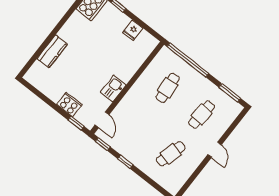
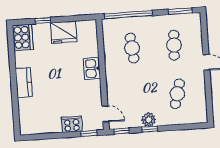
fridge: (133, 30) -> (64, 32), width x1.88, depth x1.34
kitchen counter: (52, 51) -> (24, 83), moved
kitchen sink: (113, 88) -> (92, 68), moved
plant: (131, 154) -> (149, 120), added

